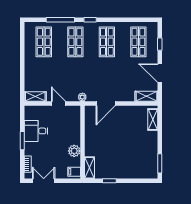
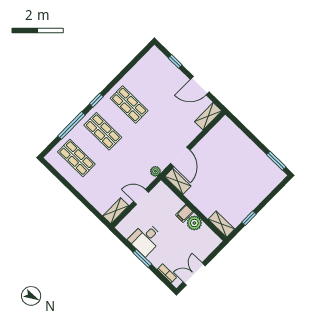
shop shelf: (138, 42) -> (155, 78), removed
shelving: (153, 120) -> (178, 181), moved
filing cabinet: (74, 172) -> (184, 213), moved

